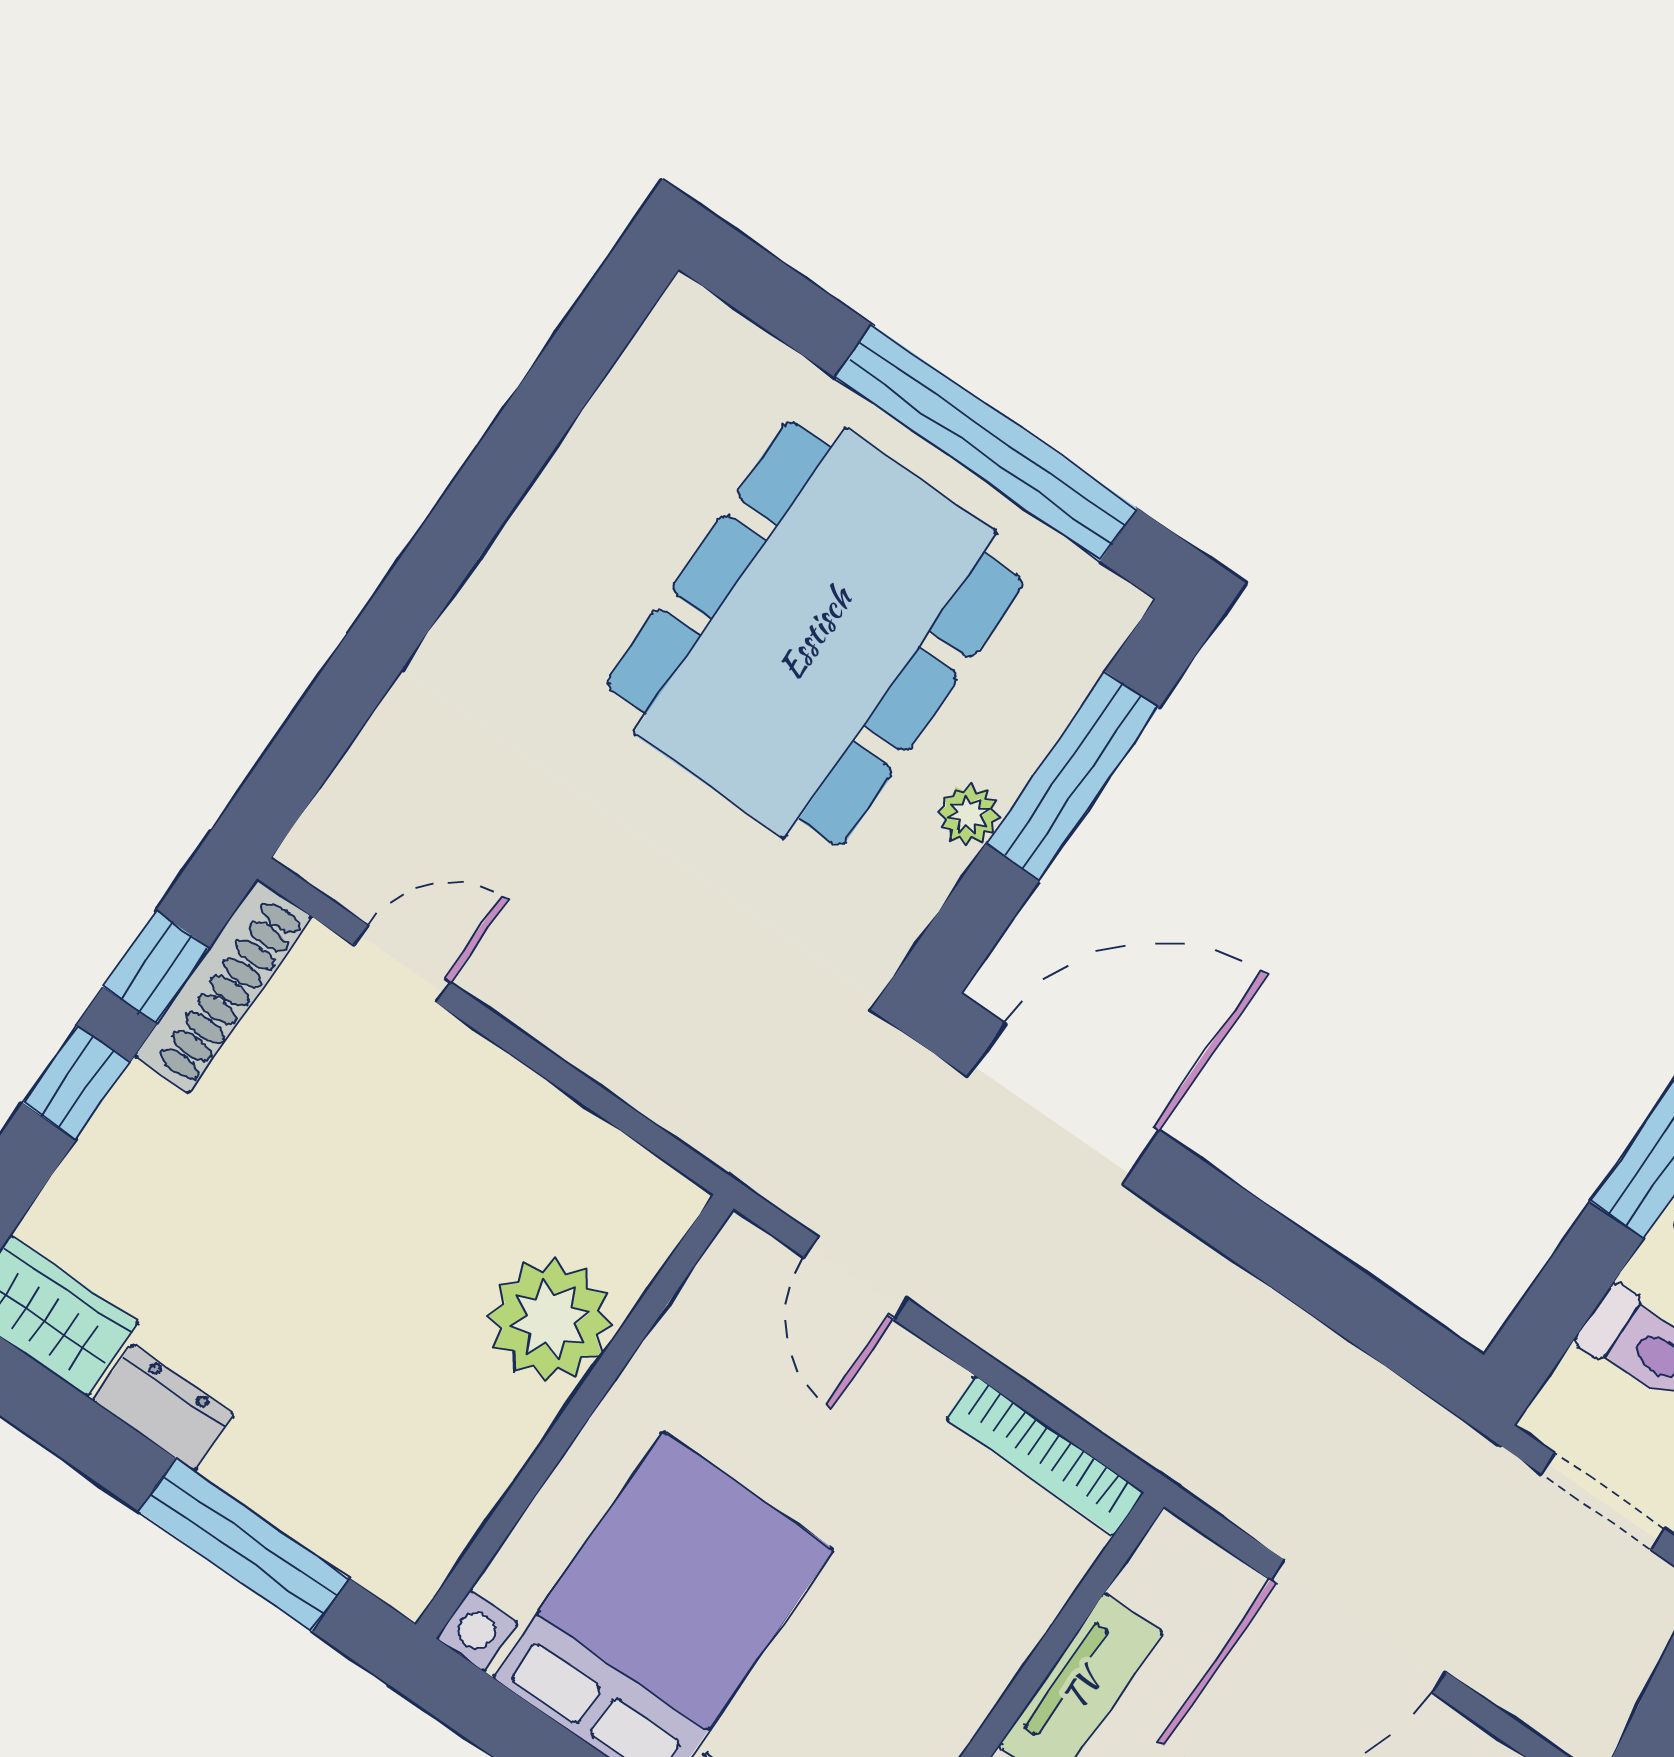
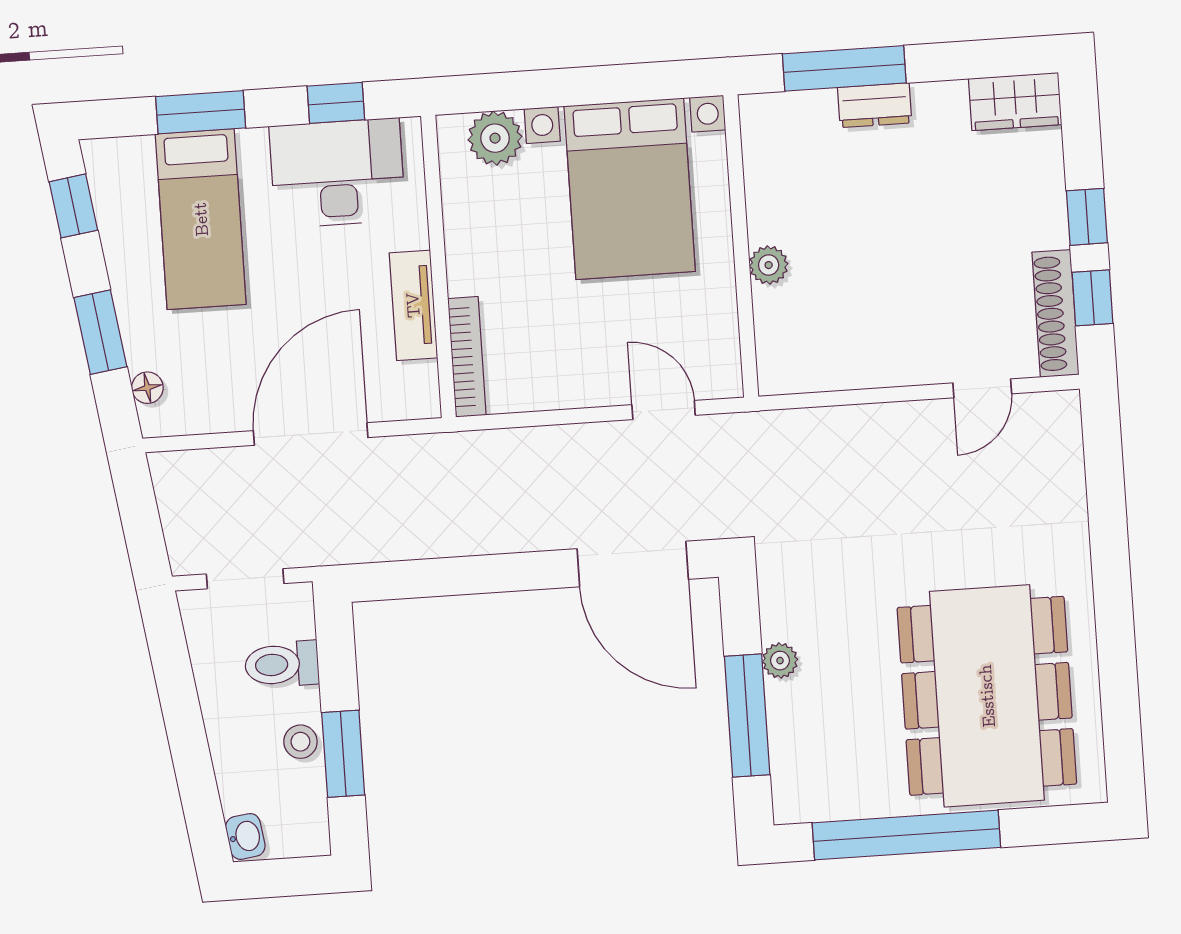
dining table: (815, 633) -> (987, 696), moved
door: (1063, 1104) -> (633, 564), hinge flipped
plant: (550, 1320) -> (769, 265), width x0.53, depth x0.53
dresser: (163, 1407) -> (875, 105), moved
bookcase: (1045, 1456) -> (467, 357), moved, turned 90

